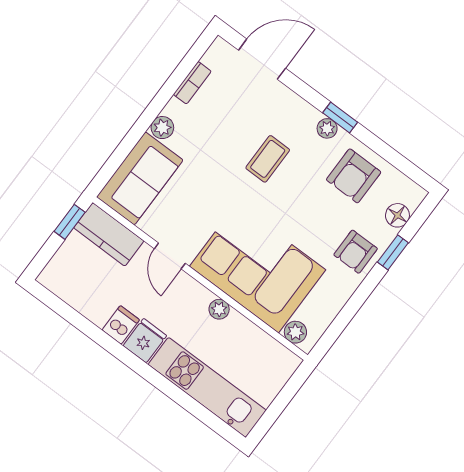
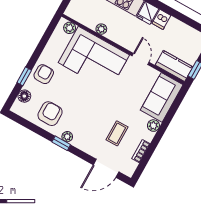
coffee table: (268, 159) -> (117, 133), moved
plant: (219, 309) -> (101, 29), moved

